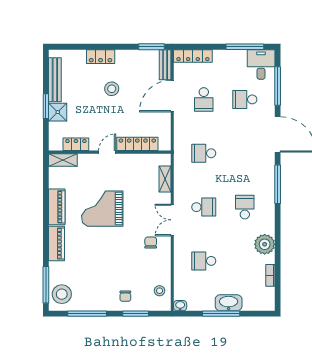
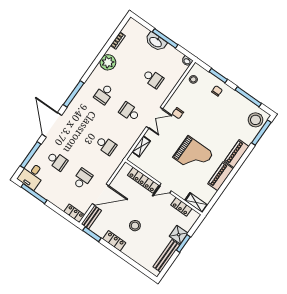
locker: (193, 56) -> (74, 213), width x0.66
locker: (101, 57) -> (114, 241), moved

